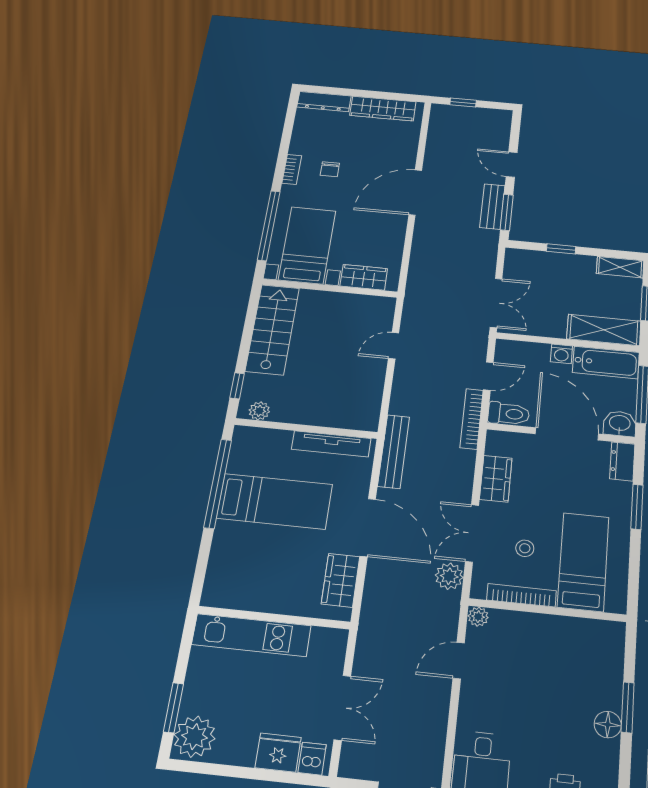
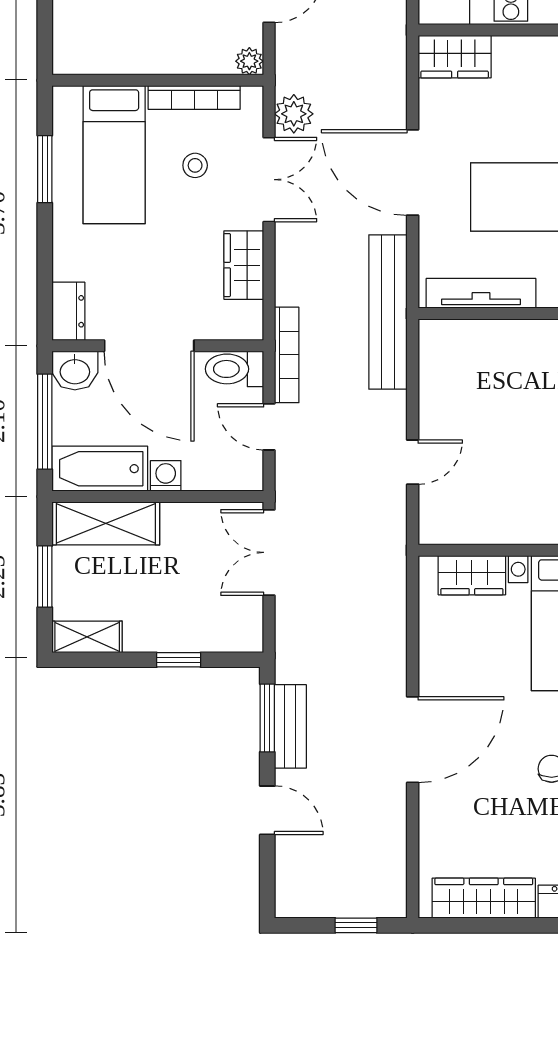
door: (488, 376) -> (269, 427), hinge flipped
bench: (394, 451) -> (388, 312), width x1.37, depth x1.21
window: (637, 507) -> (45, 169), moved
wardrobe: (341, 580) -> (455, 57), moved, turned 90

